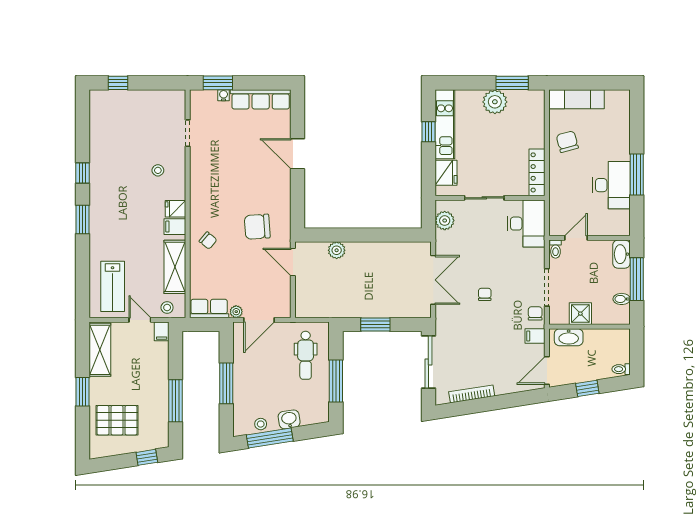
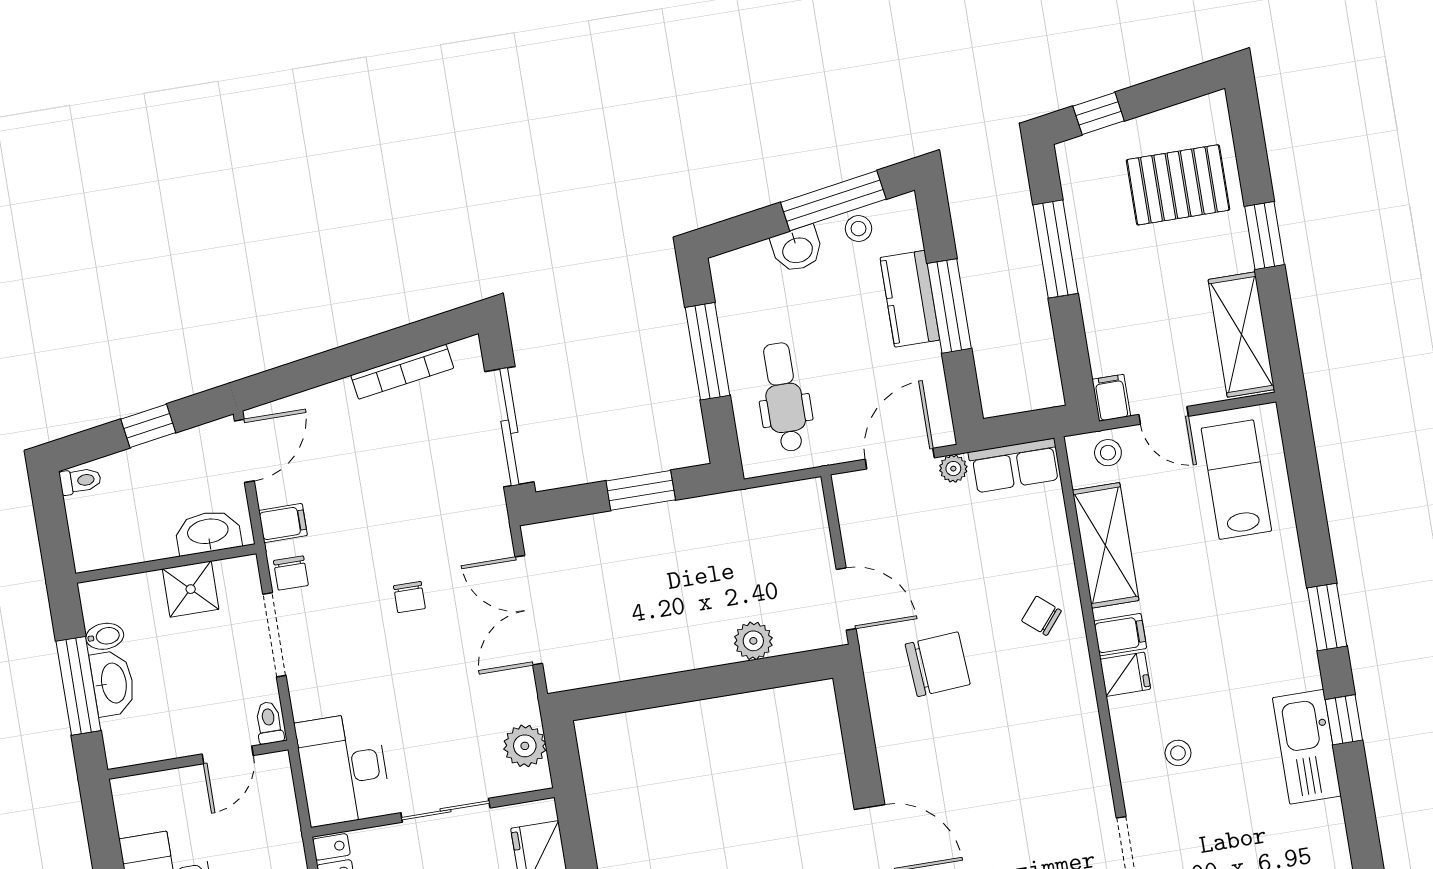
kitchen sink: (101, 164) -> (1307, 747), added
washbasin: (621, 254) -> (113, 683), moved
kitchen counter: (243, 389) -> (910, 299), added

